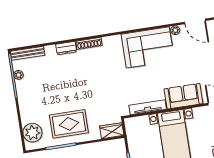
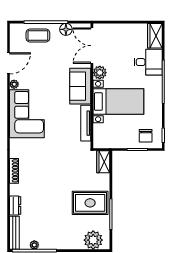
dresser: (66, 48) -> (15, 206), moved
plant: (200, 113) -> (100, 73), added
rug: (69, 124) -> (90, 203), turned 90

